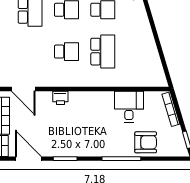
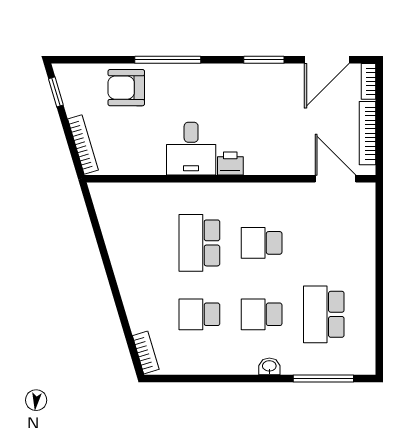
printer: (60, 98) -> (230, 164), moved
desk: (129, 107) -> (191, 149), moved
door: (28, 159) -> (327, 60), hinge flipped

